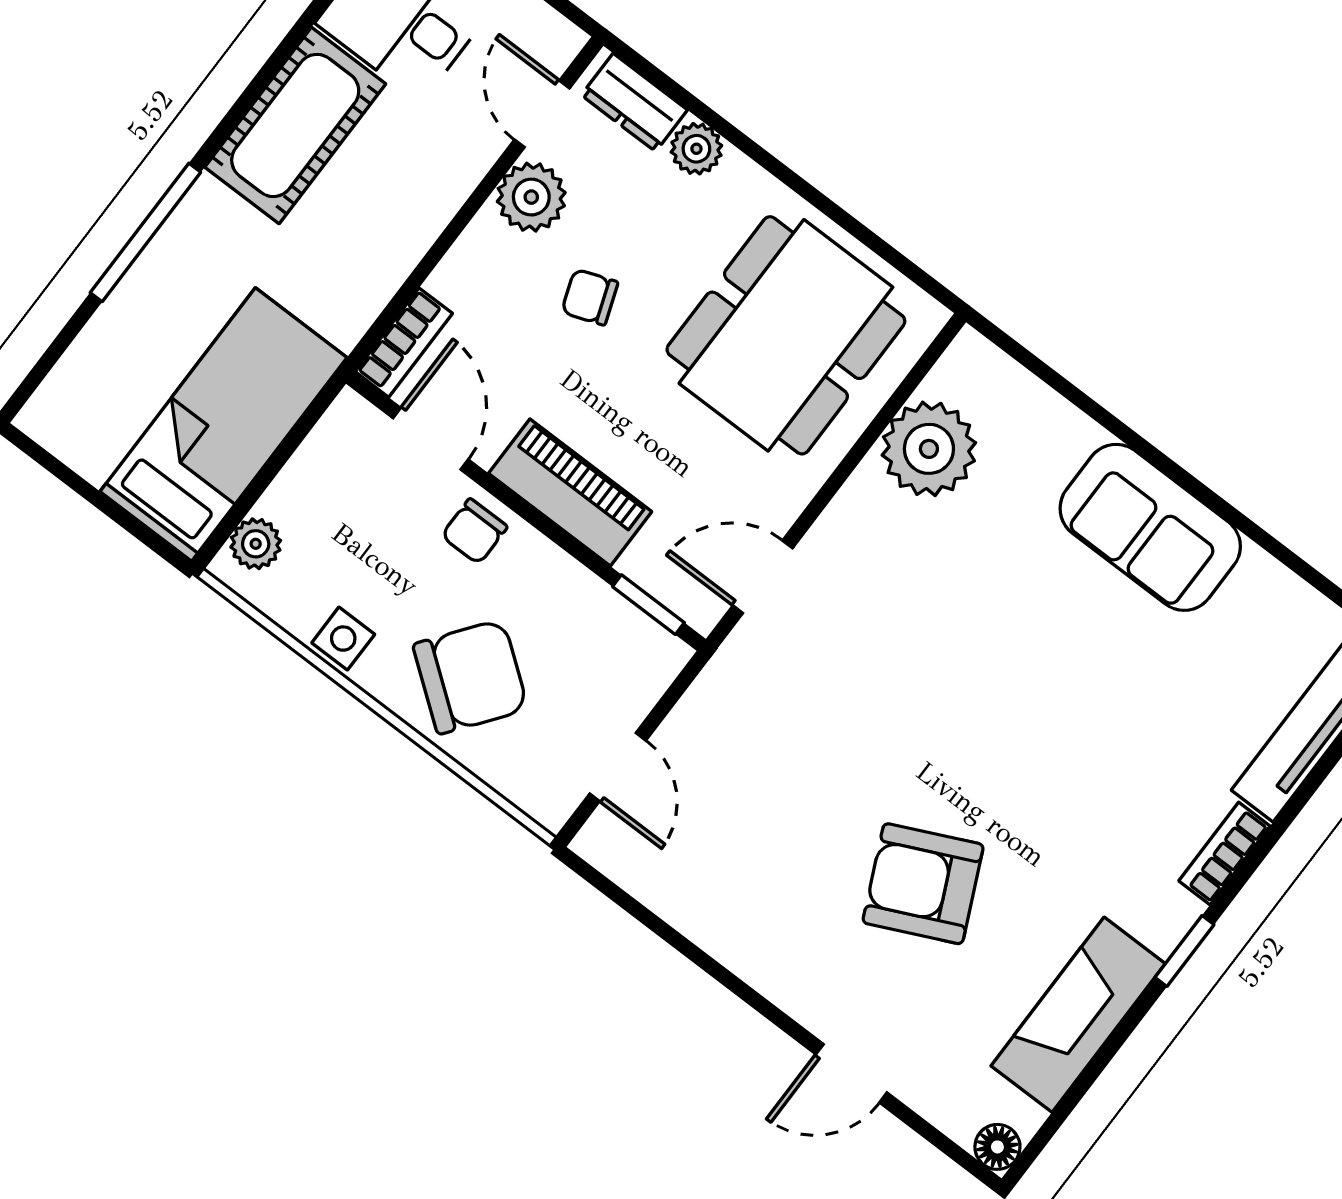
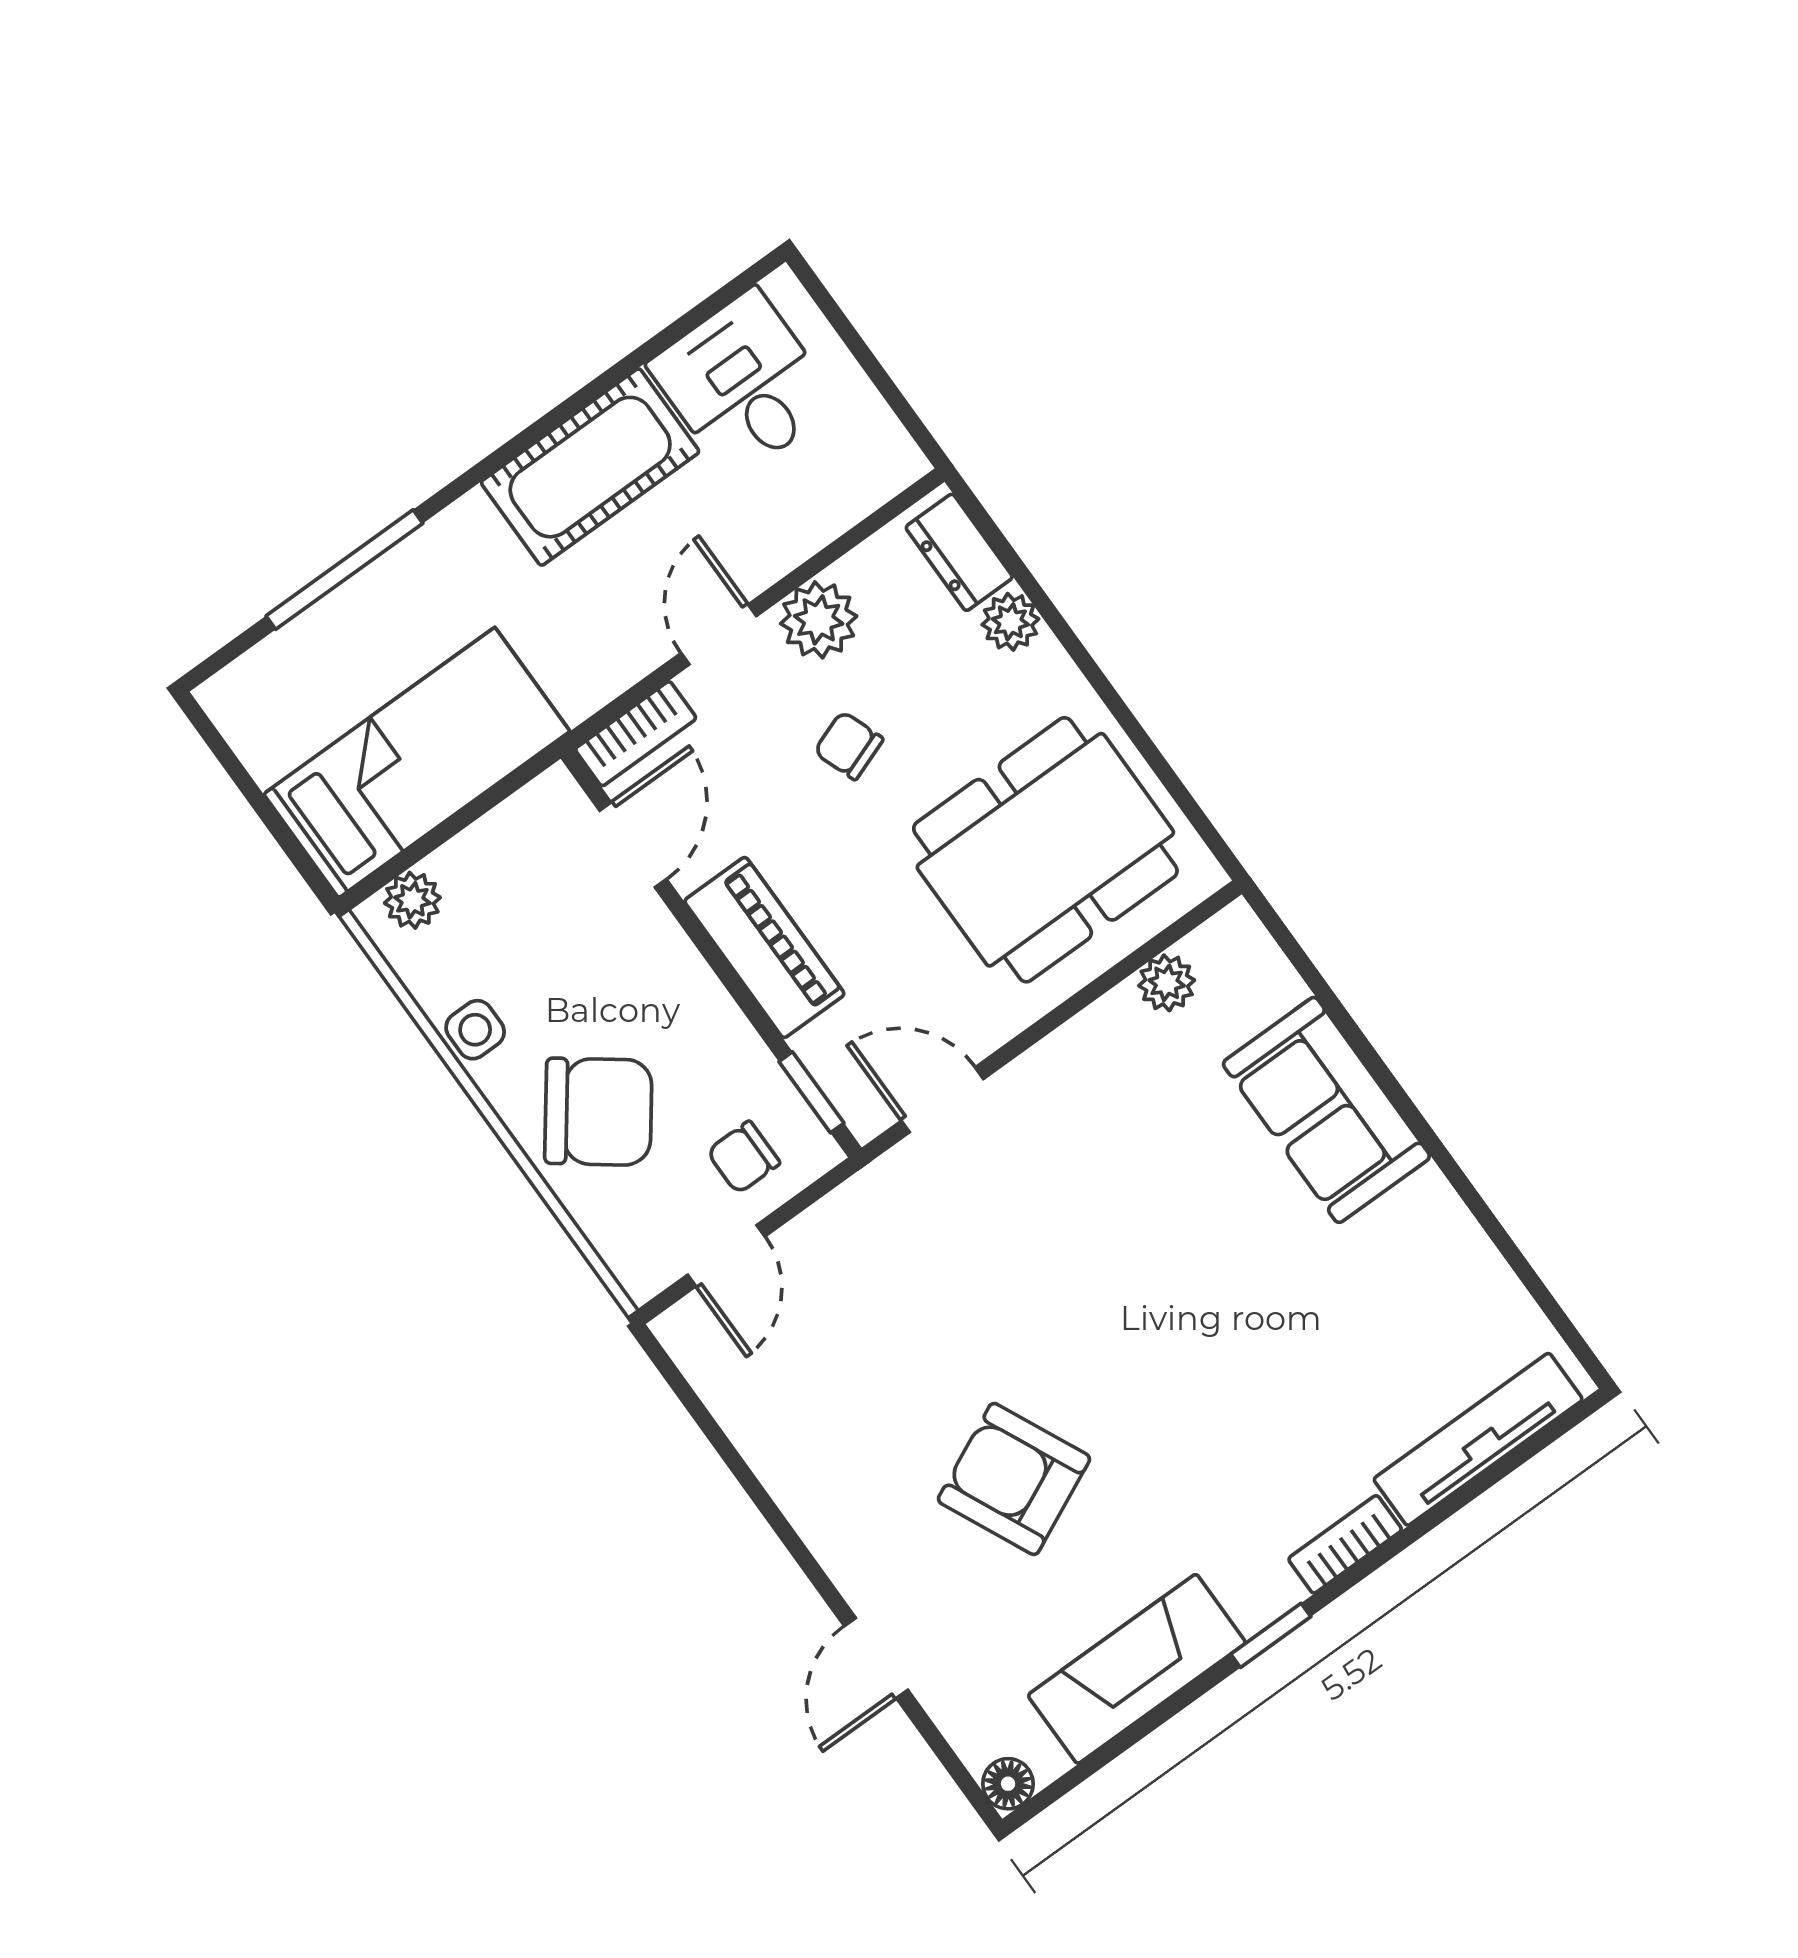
door: (542, 114) -> (719, 634), moved
window: (145, 232) -> (344, 570), moved
plant: (929, 449) -> (1167, 983), width x0.53, depth x0.53
sofa: (1150, 527) -> (1326, 1110), moved
chair: (474, 531) -> (743, 1157), moved
door: (851, 1073) -> (876, 1658), hinge flipped

